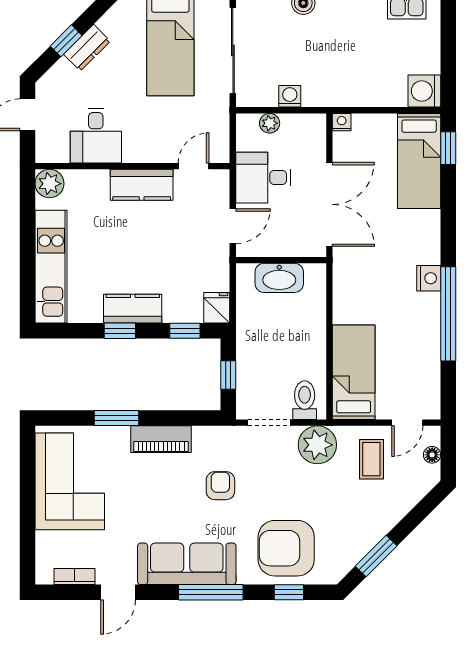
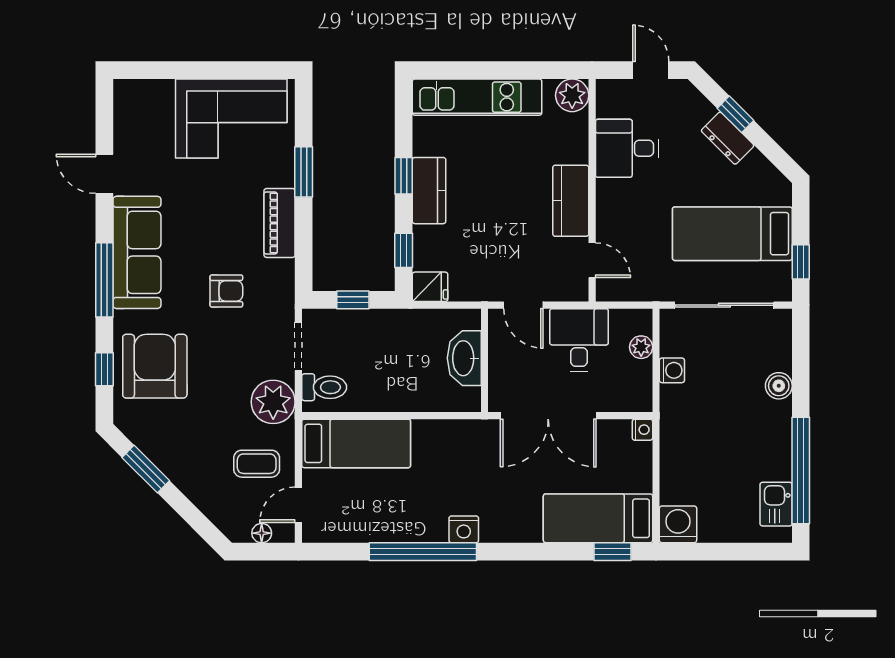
door: (407, 423) -> (298, 505), hinge flipped
bookcase: (75, 577) -> (122, 124), removed

